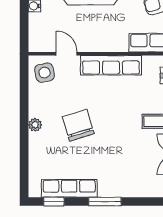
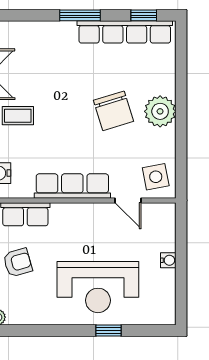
plant: (35, 125) -> (160, 111), width x1.88, depth x1.88
row of seats: (69, 188) -> (125, 32), width x1.36

